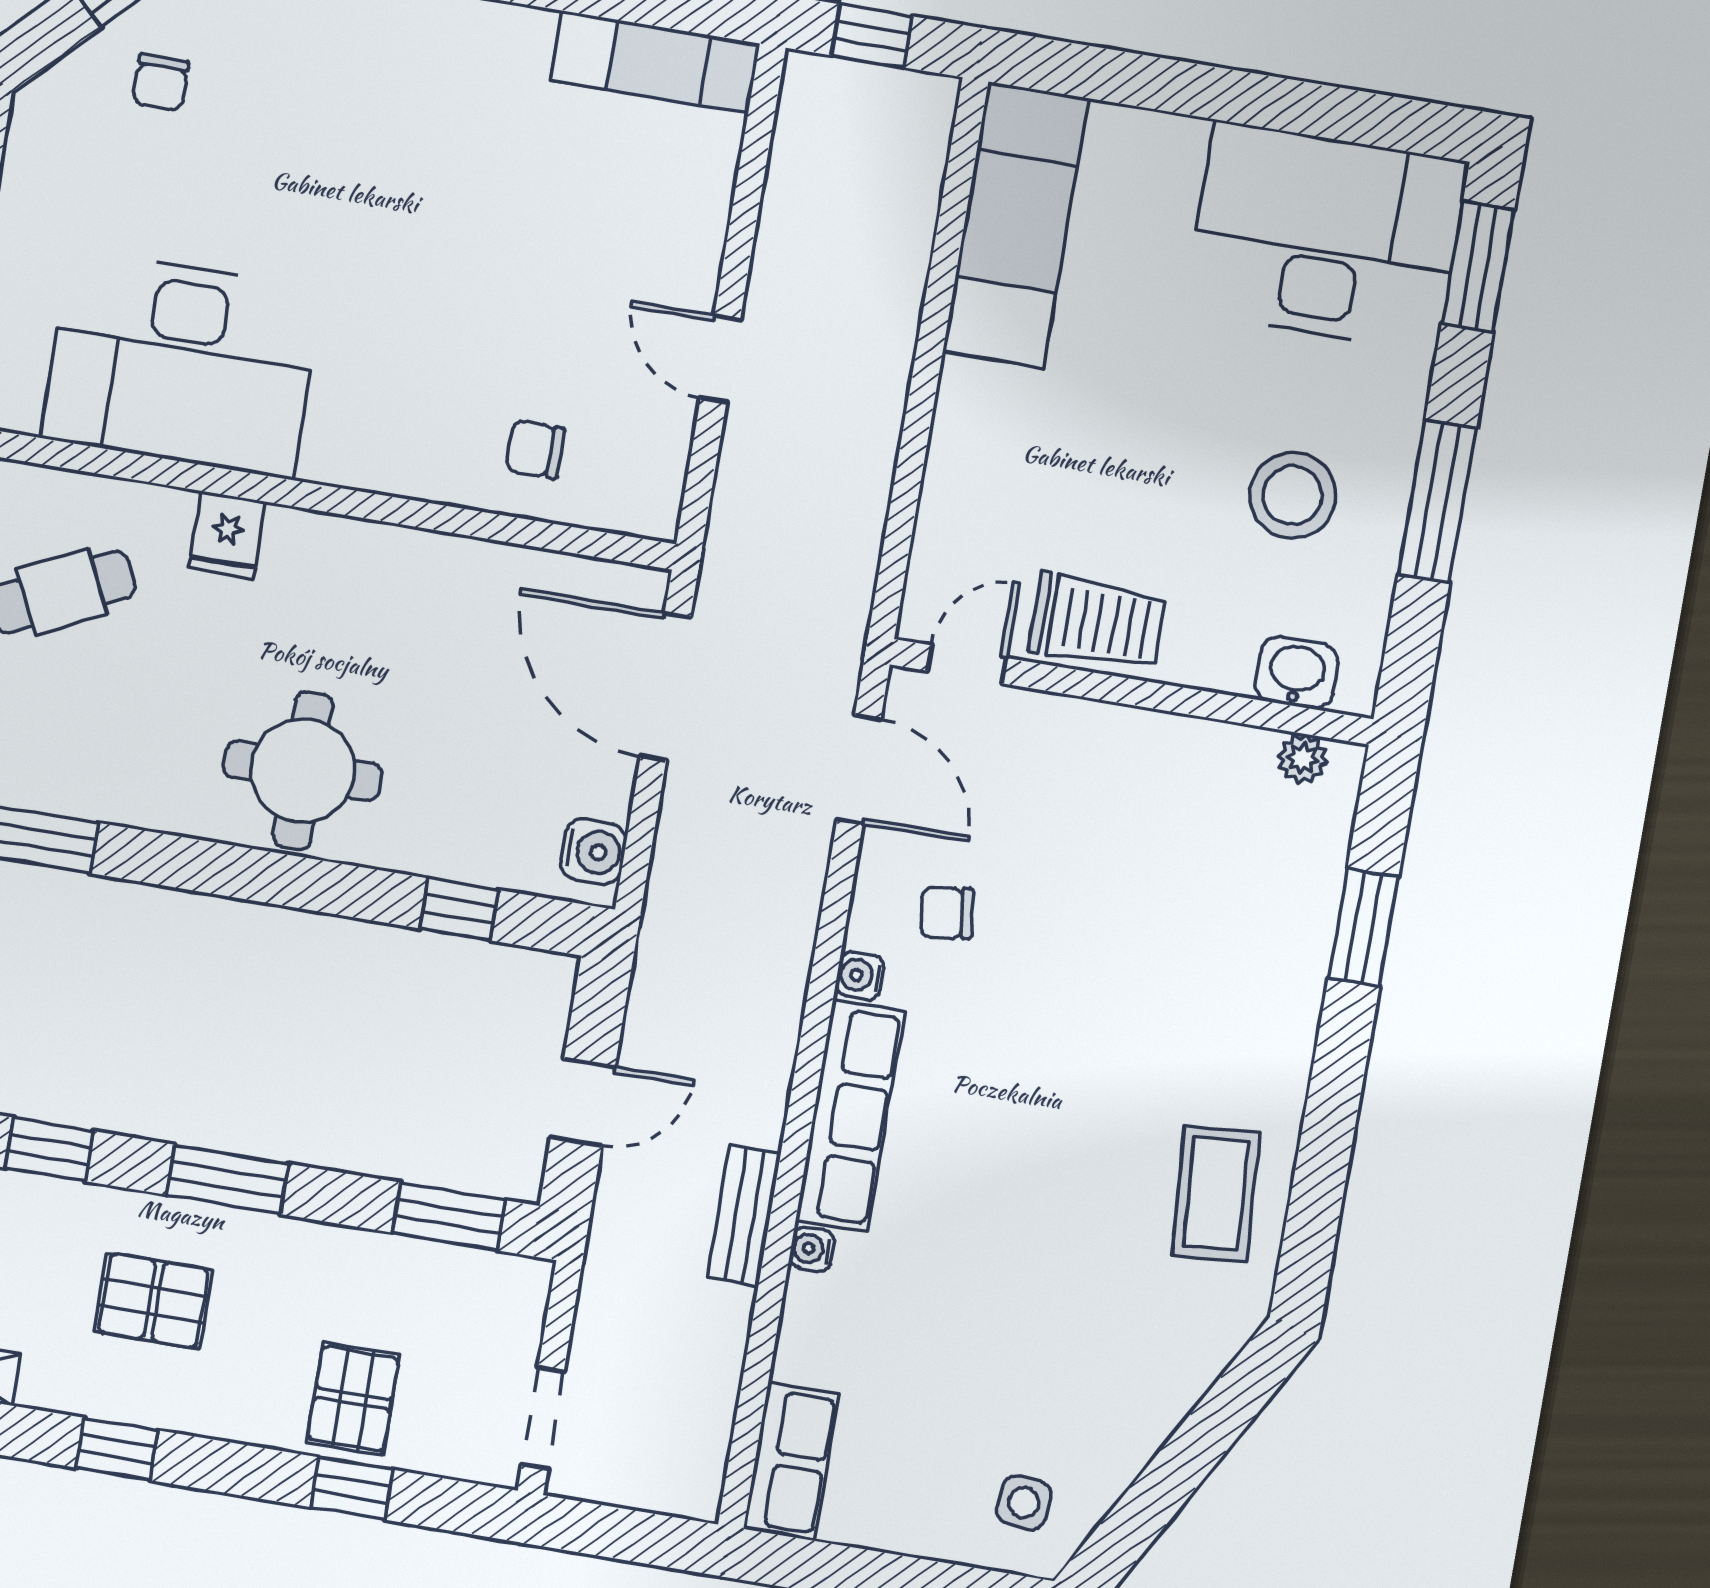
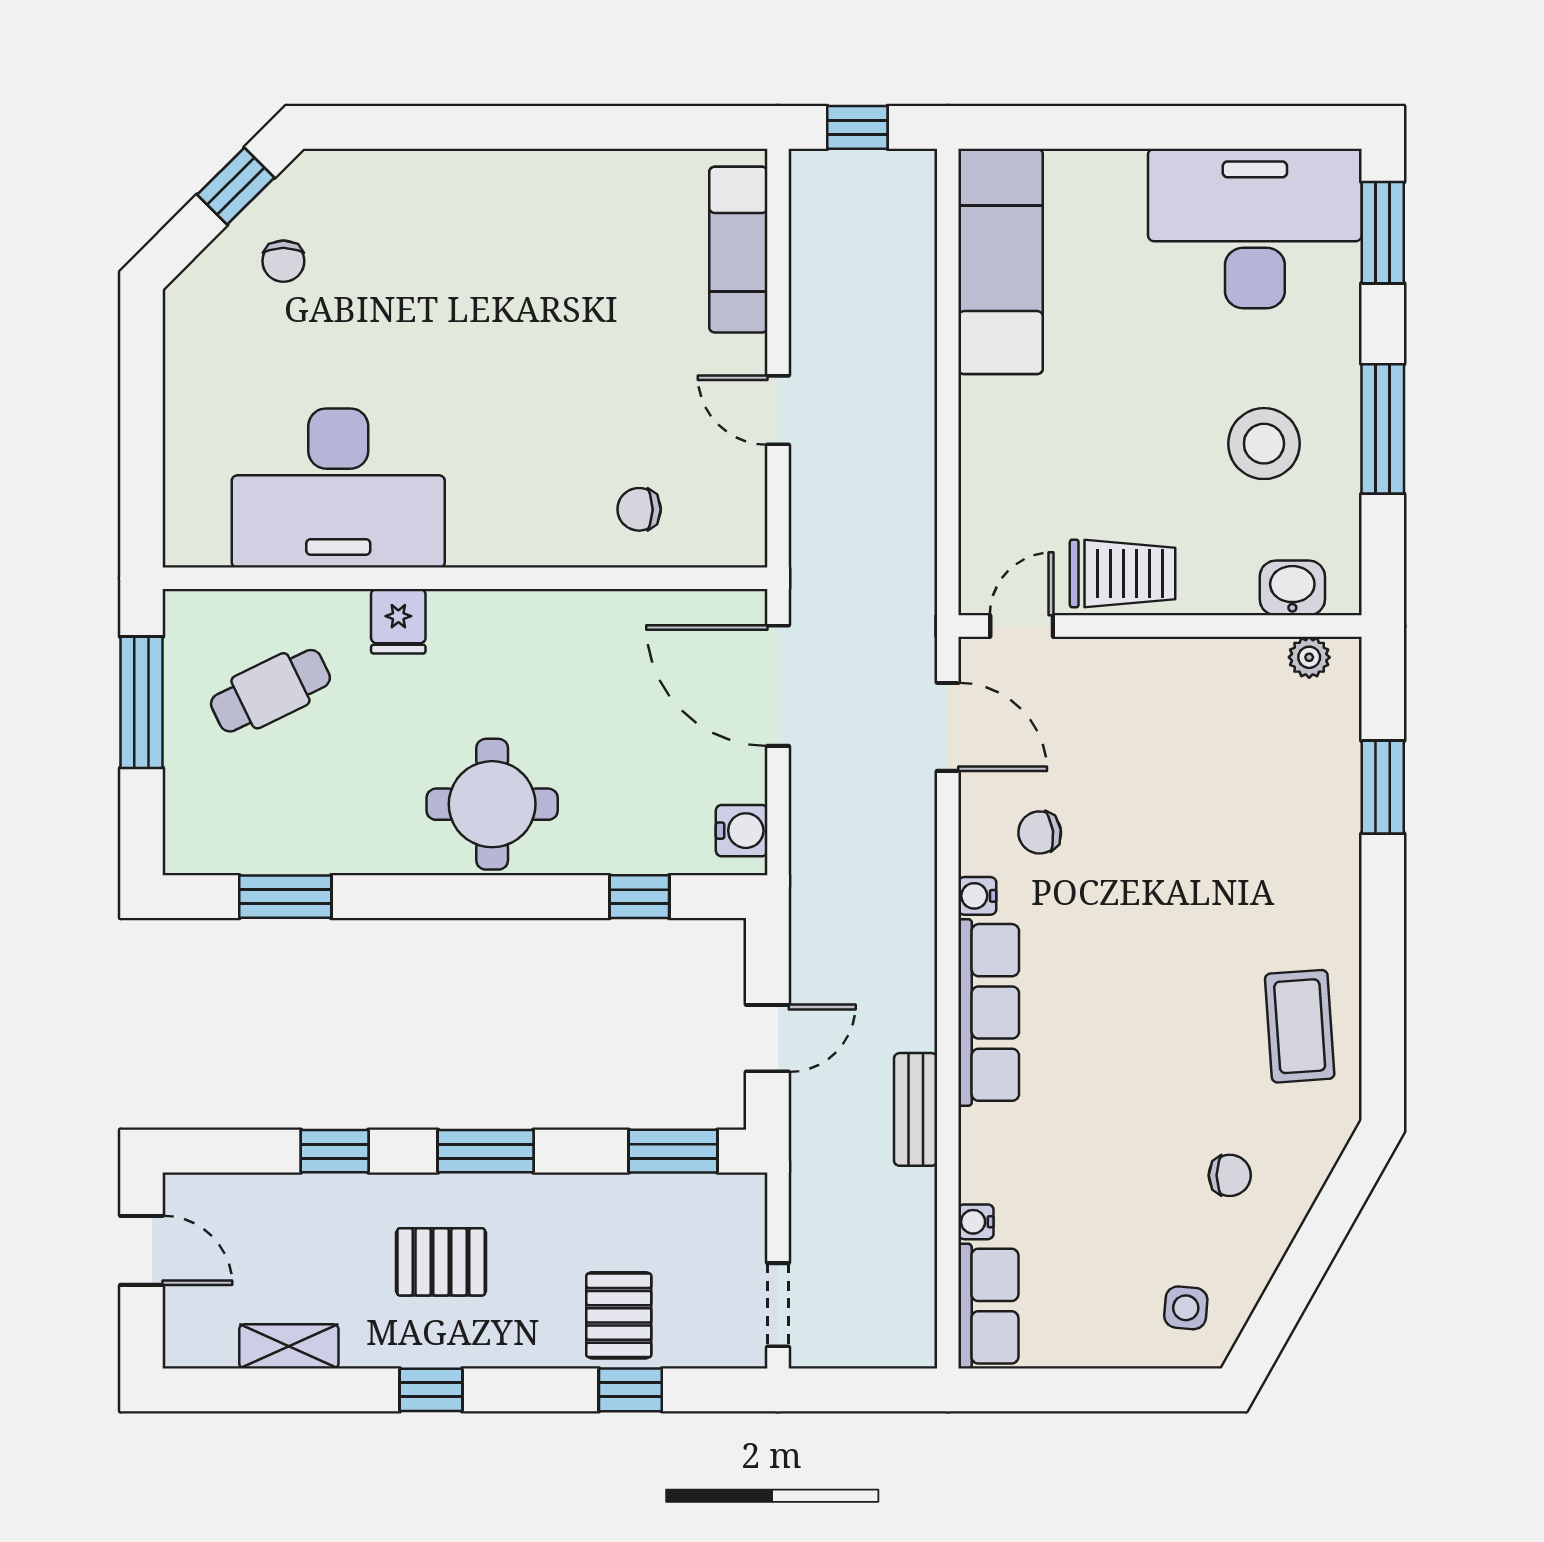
exam couch: (655, 62) -> (738, 250), moved, turned 90
water cooler: (812, 1249) -> (976, 1222), moved
chair: (1103, 1356) -> (1230, 1175), added

